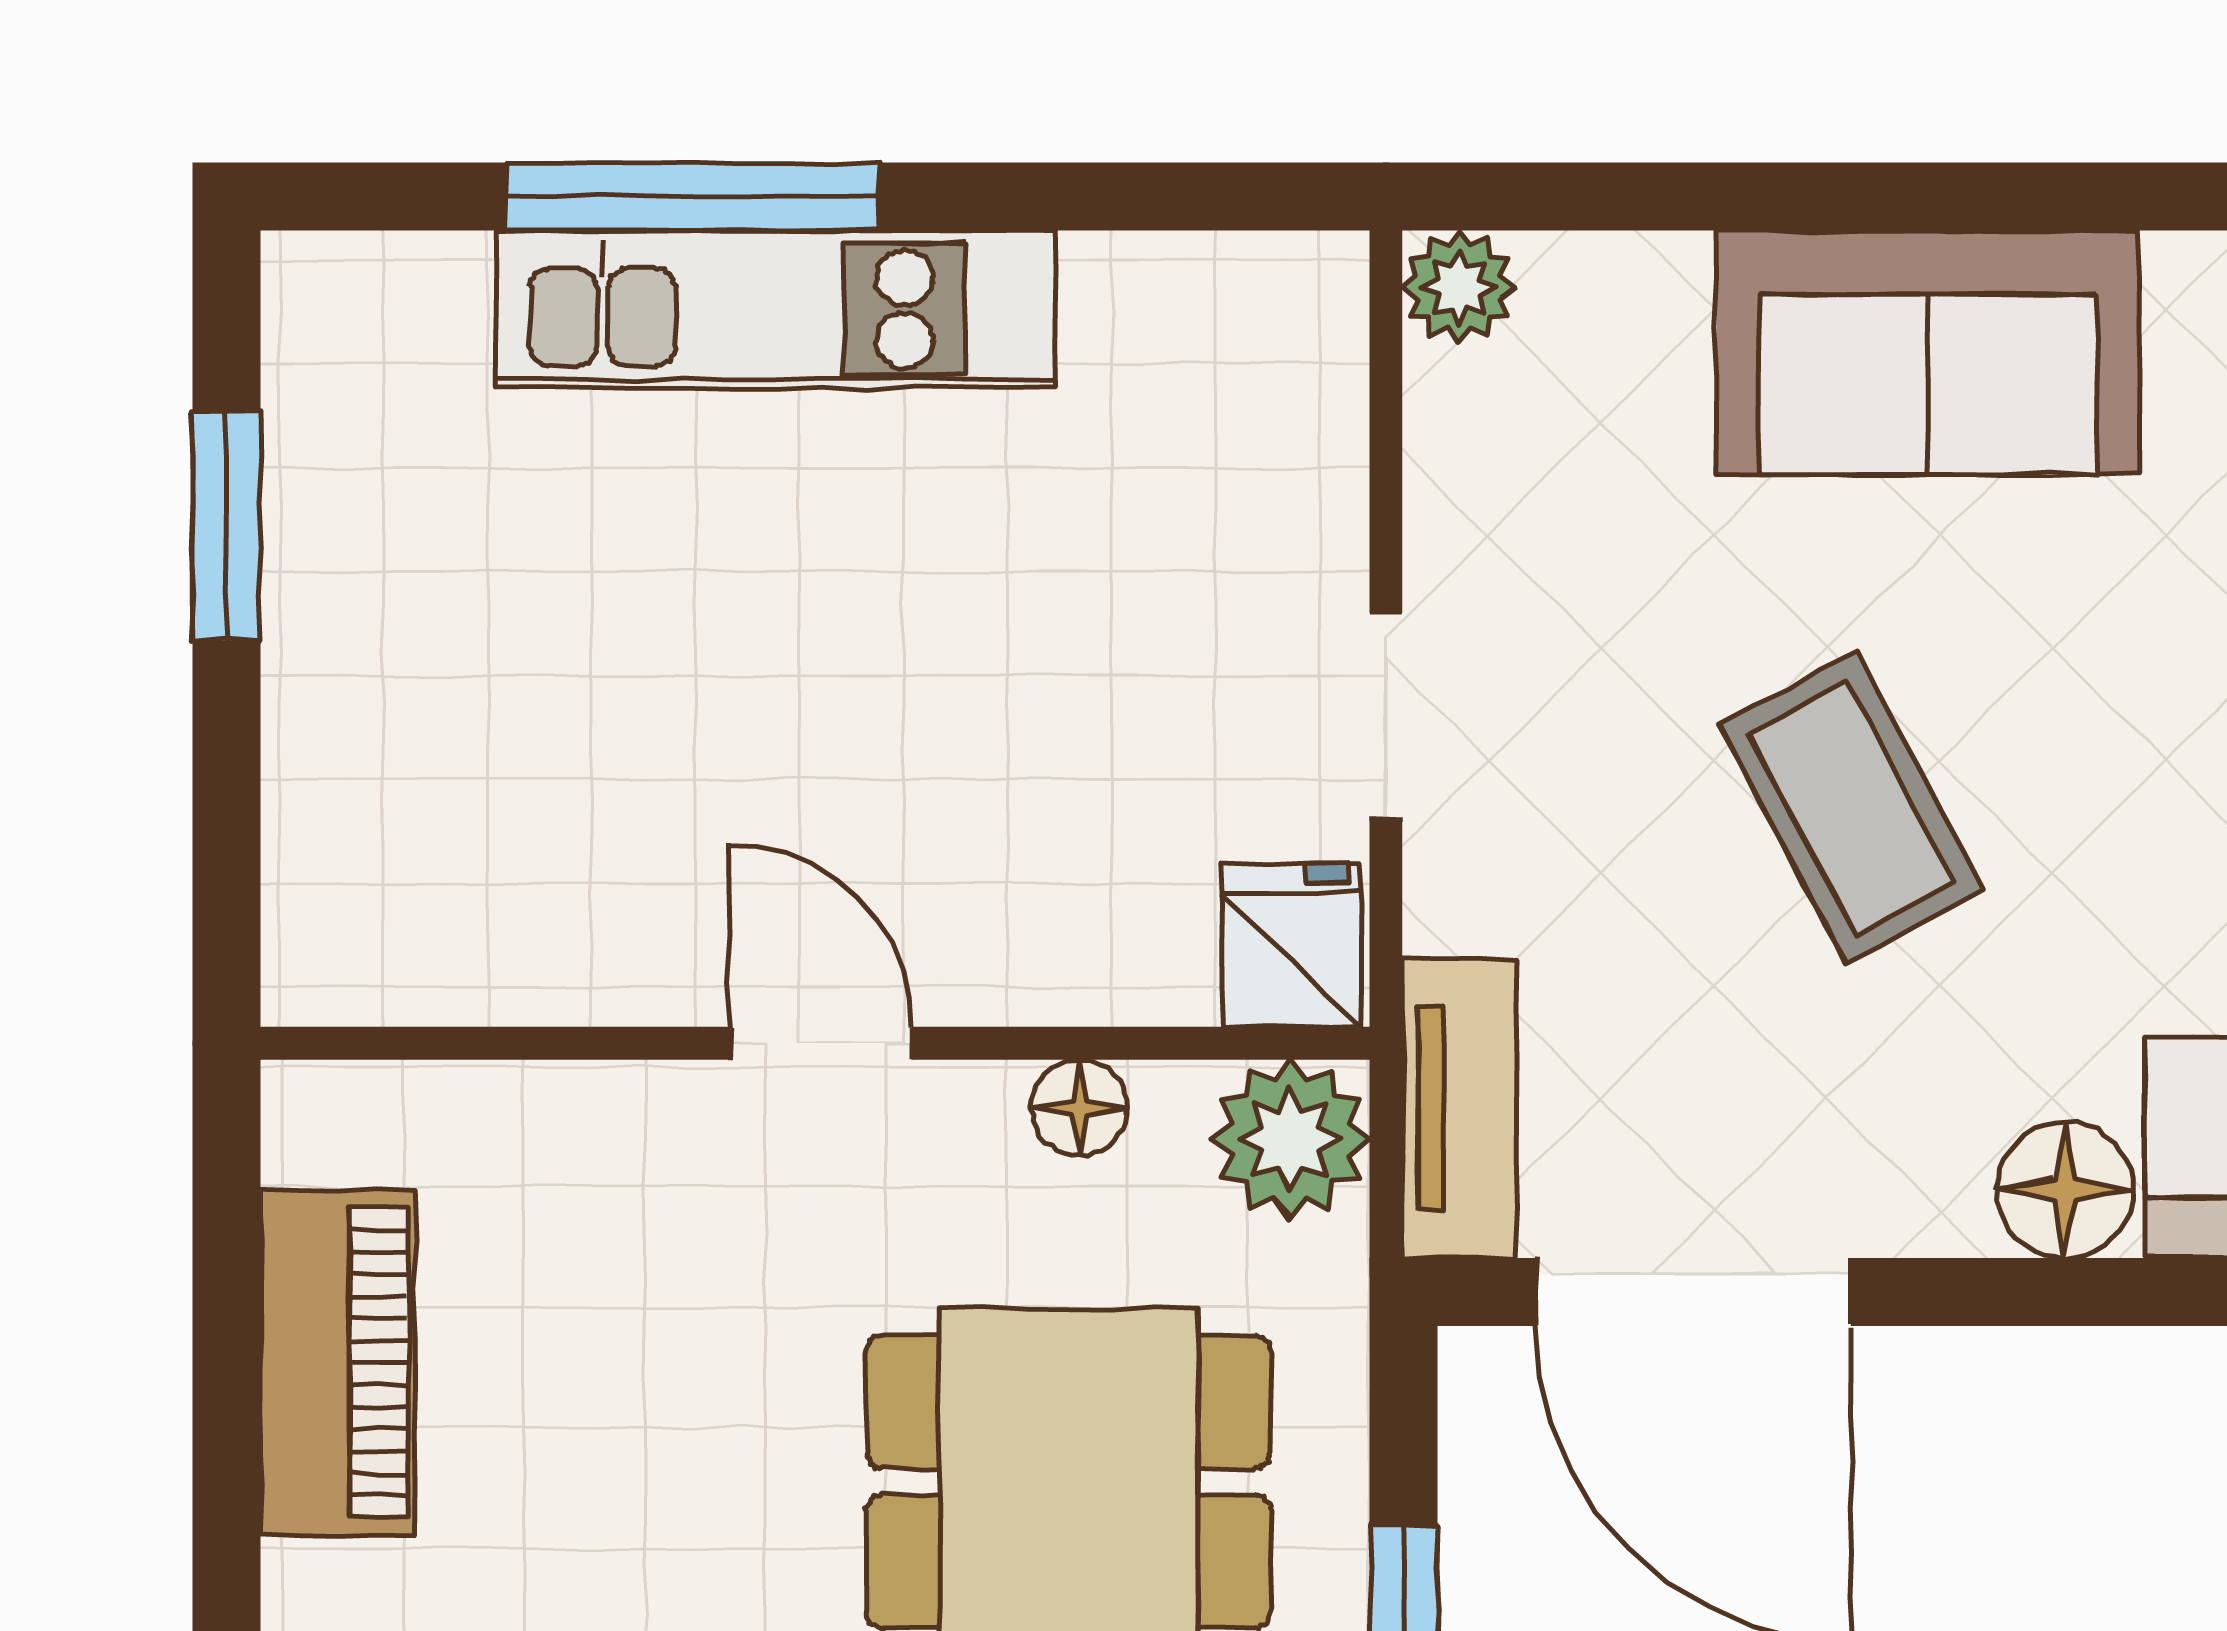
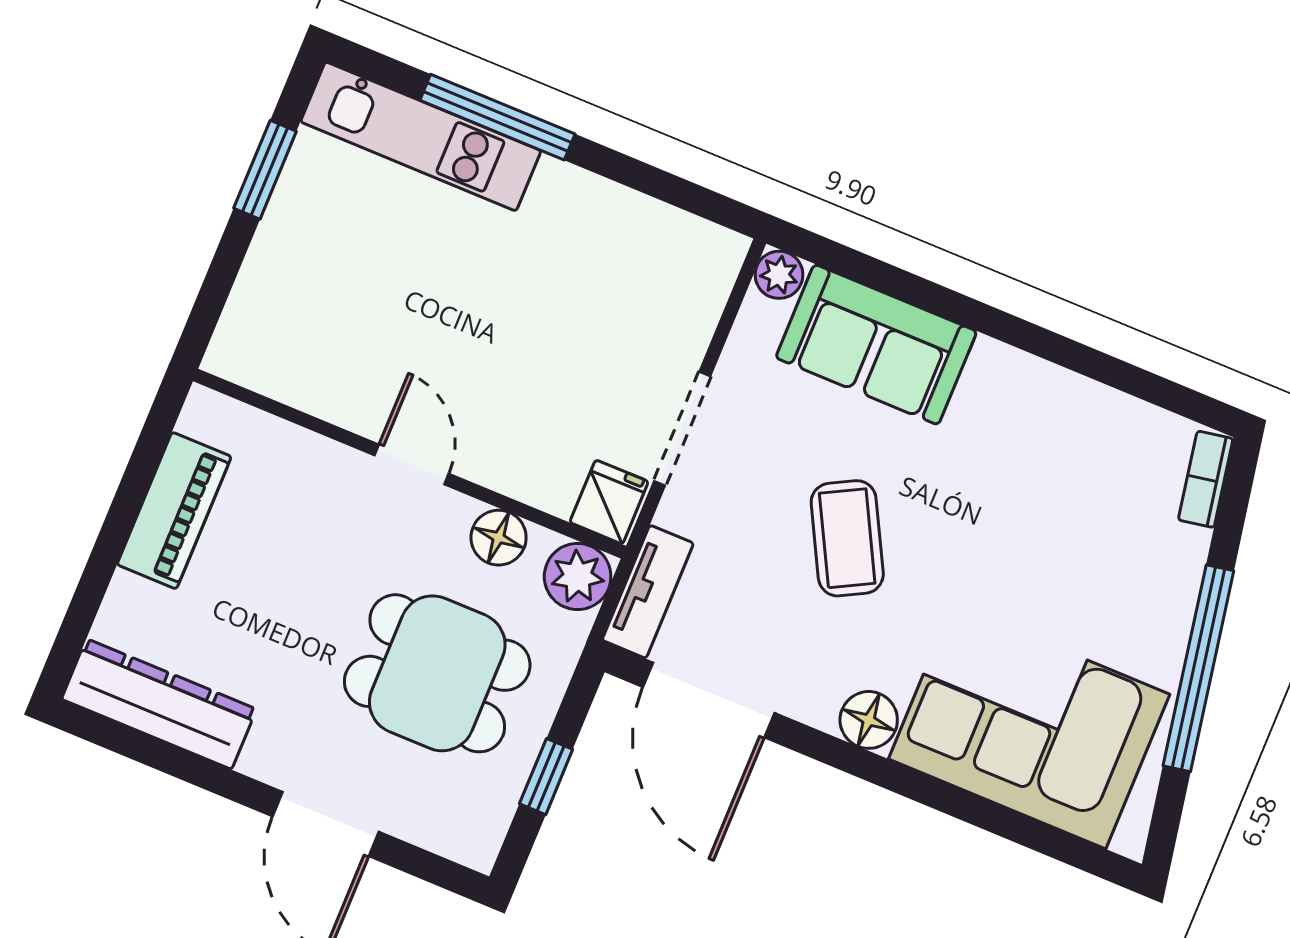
kitchen unit: (776, 309) -> (421, 136), moved
sofa: (1928, 353) -> (876, 345), moved
doorway: (1386, 716) -> (682, 429), width x1.38
floor lamp: (1080, 1108) -> (499, 538), width x1.37, depth x1.37

